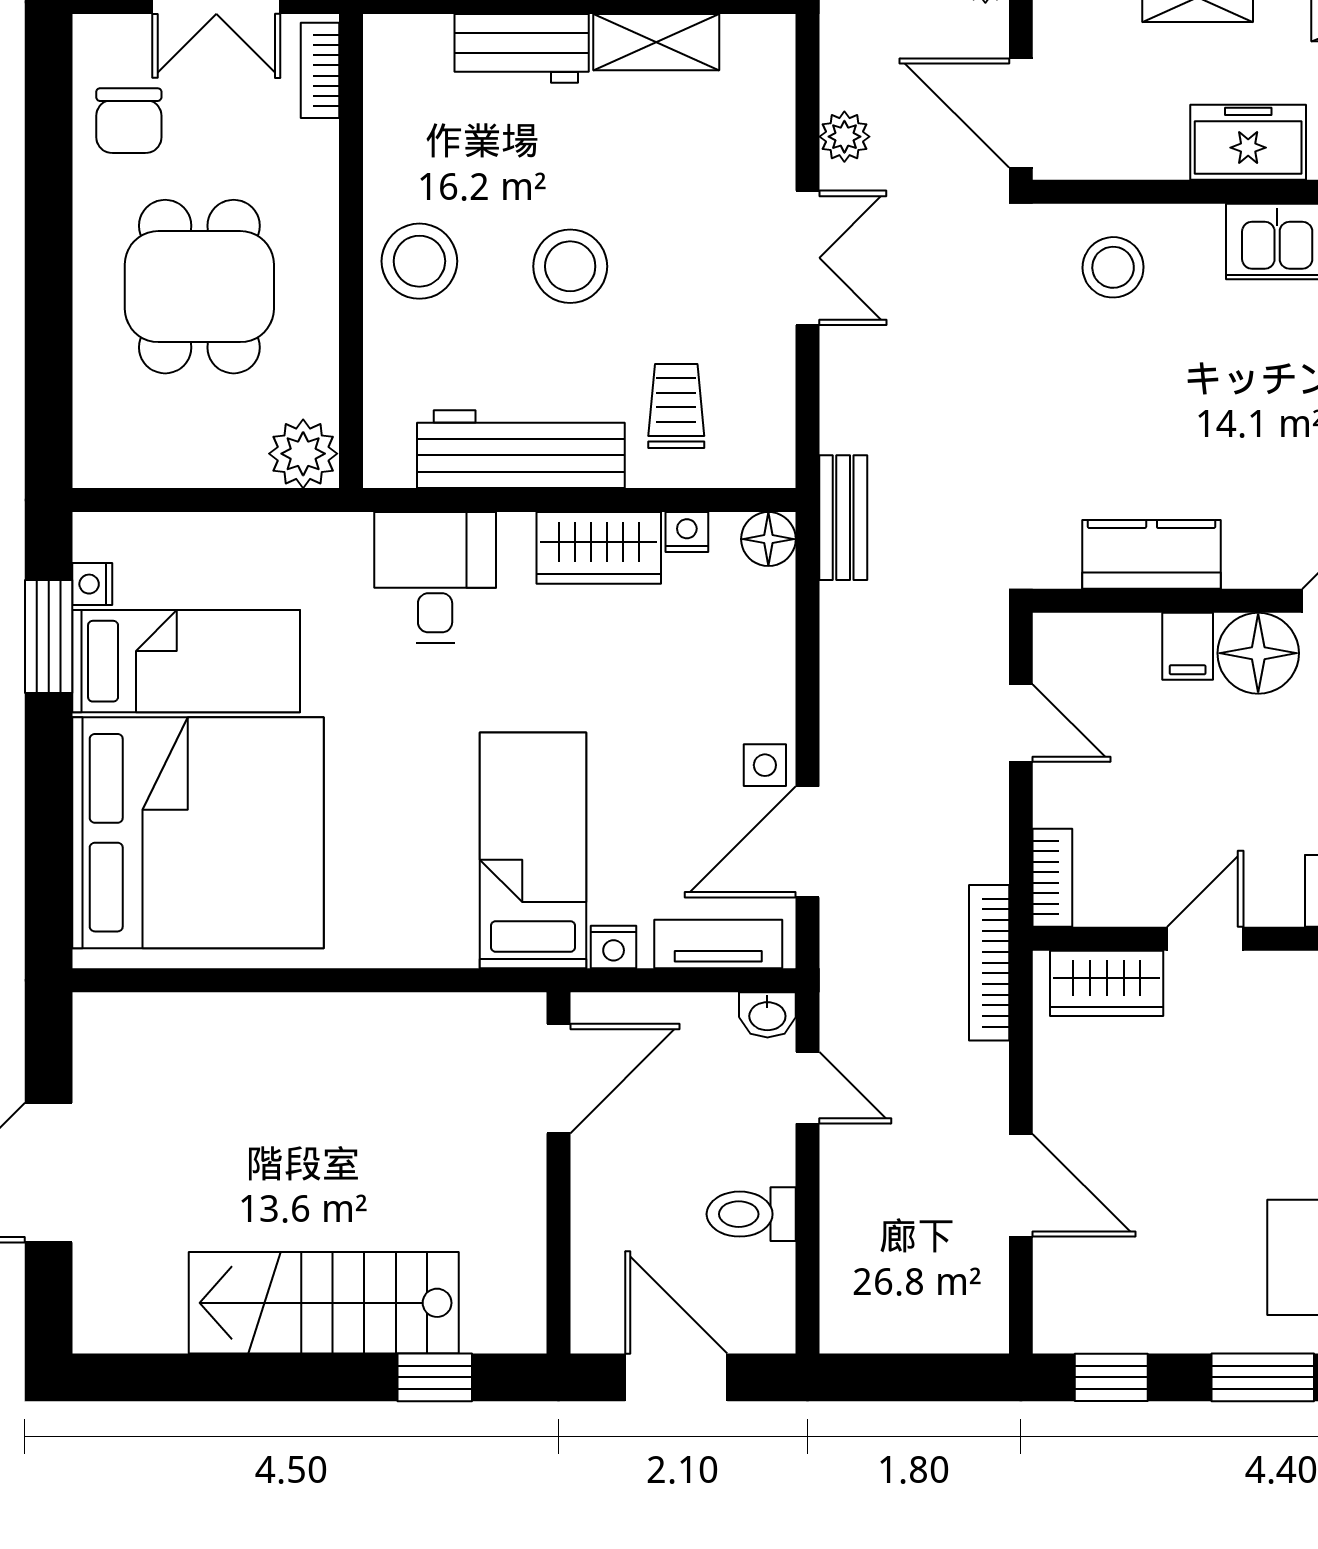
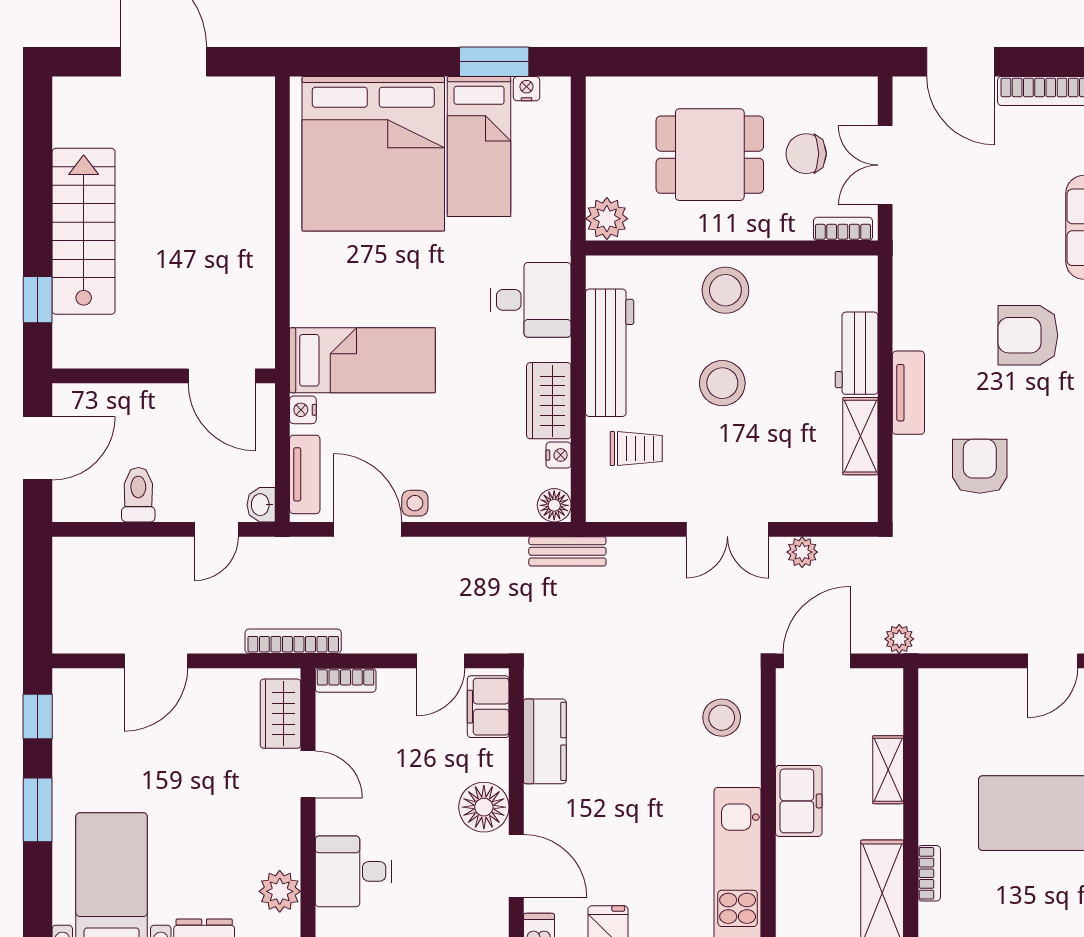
chair: (129, 121) -> (806, 154), moved
filing cabinet: (1188, 646) -> (488, 707), moved, width x2.00

